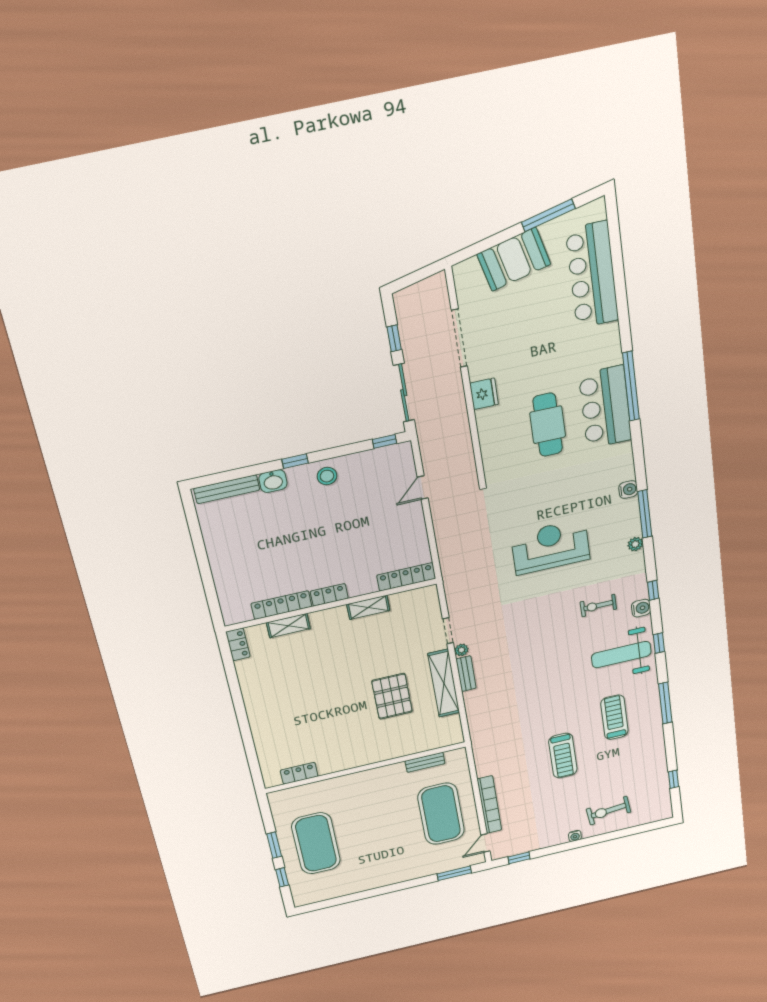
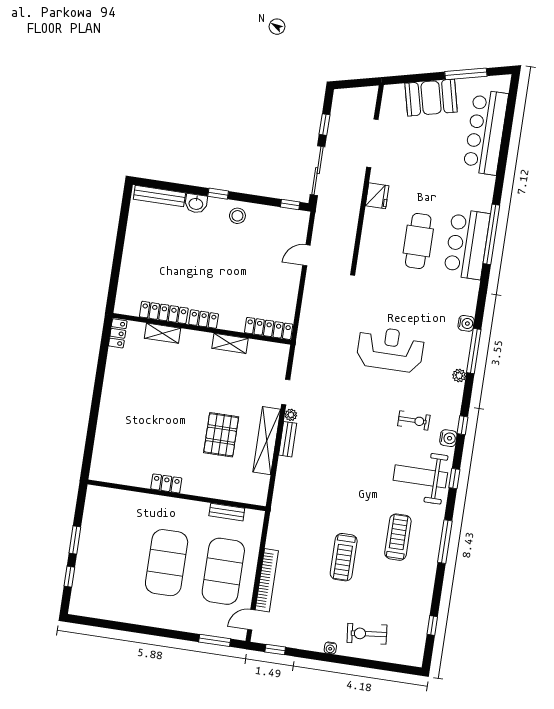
exercise bike: (598, 606) -> (414, 420), turned 180
locker: (299, 773) -> (166, 483), moved
exercise mat: (316, 843) -> (167, 563), moved

